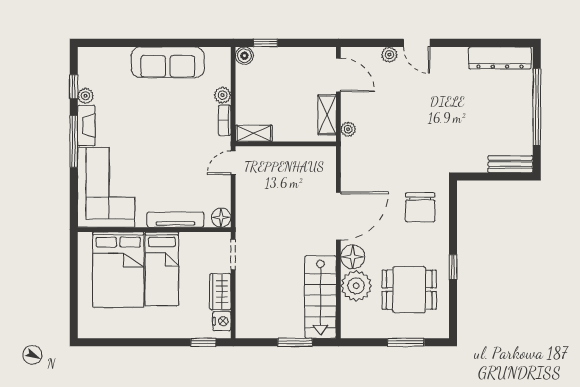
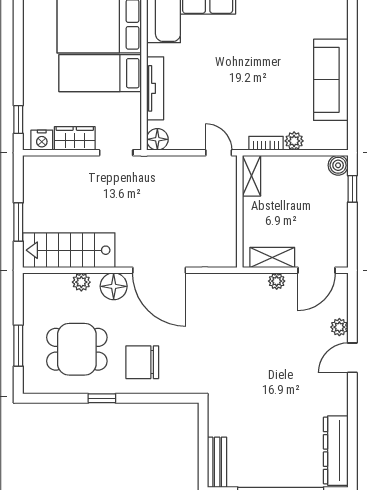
plant: (348, 129) -> (277, 281), moved
chair: (420, 207) -> (142, 362), moved
plant: (356, 286) -> (81, 282), width x0.53, depth x0.53
dining table: (409, 290) -> (77, 349), turned 90

